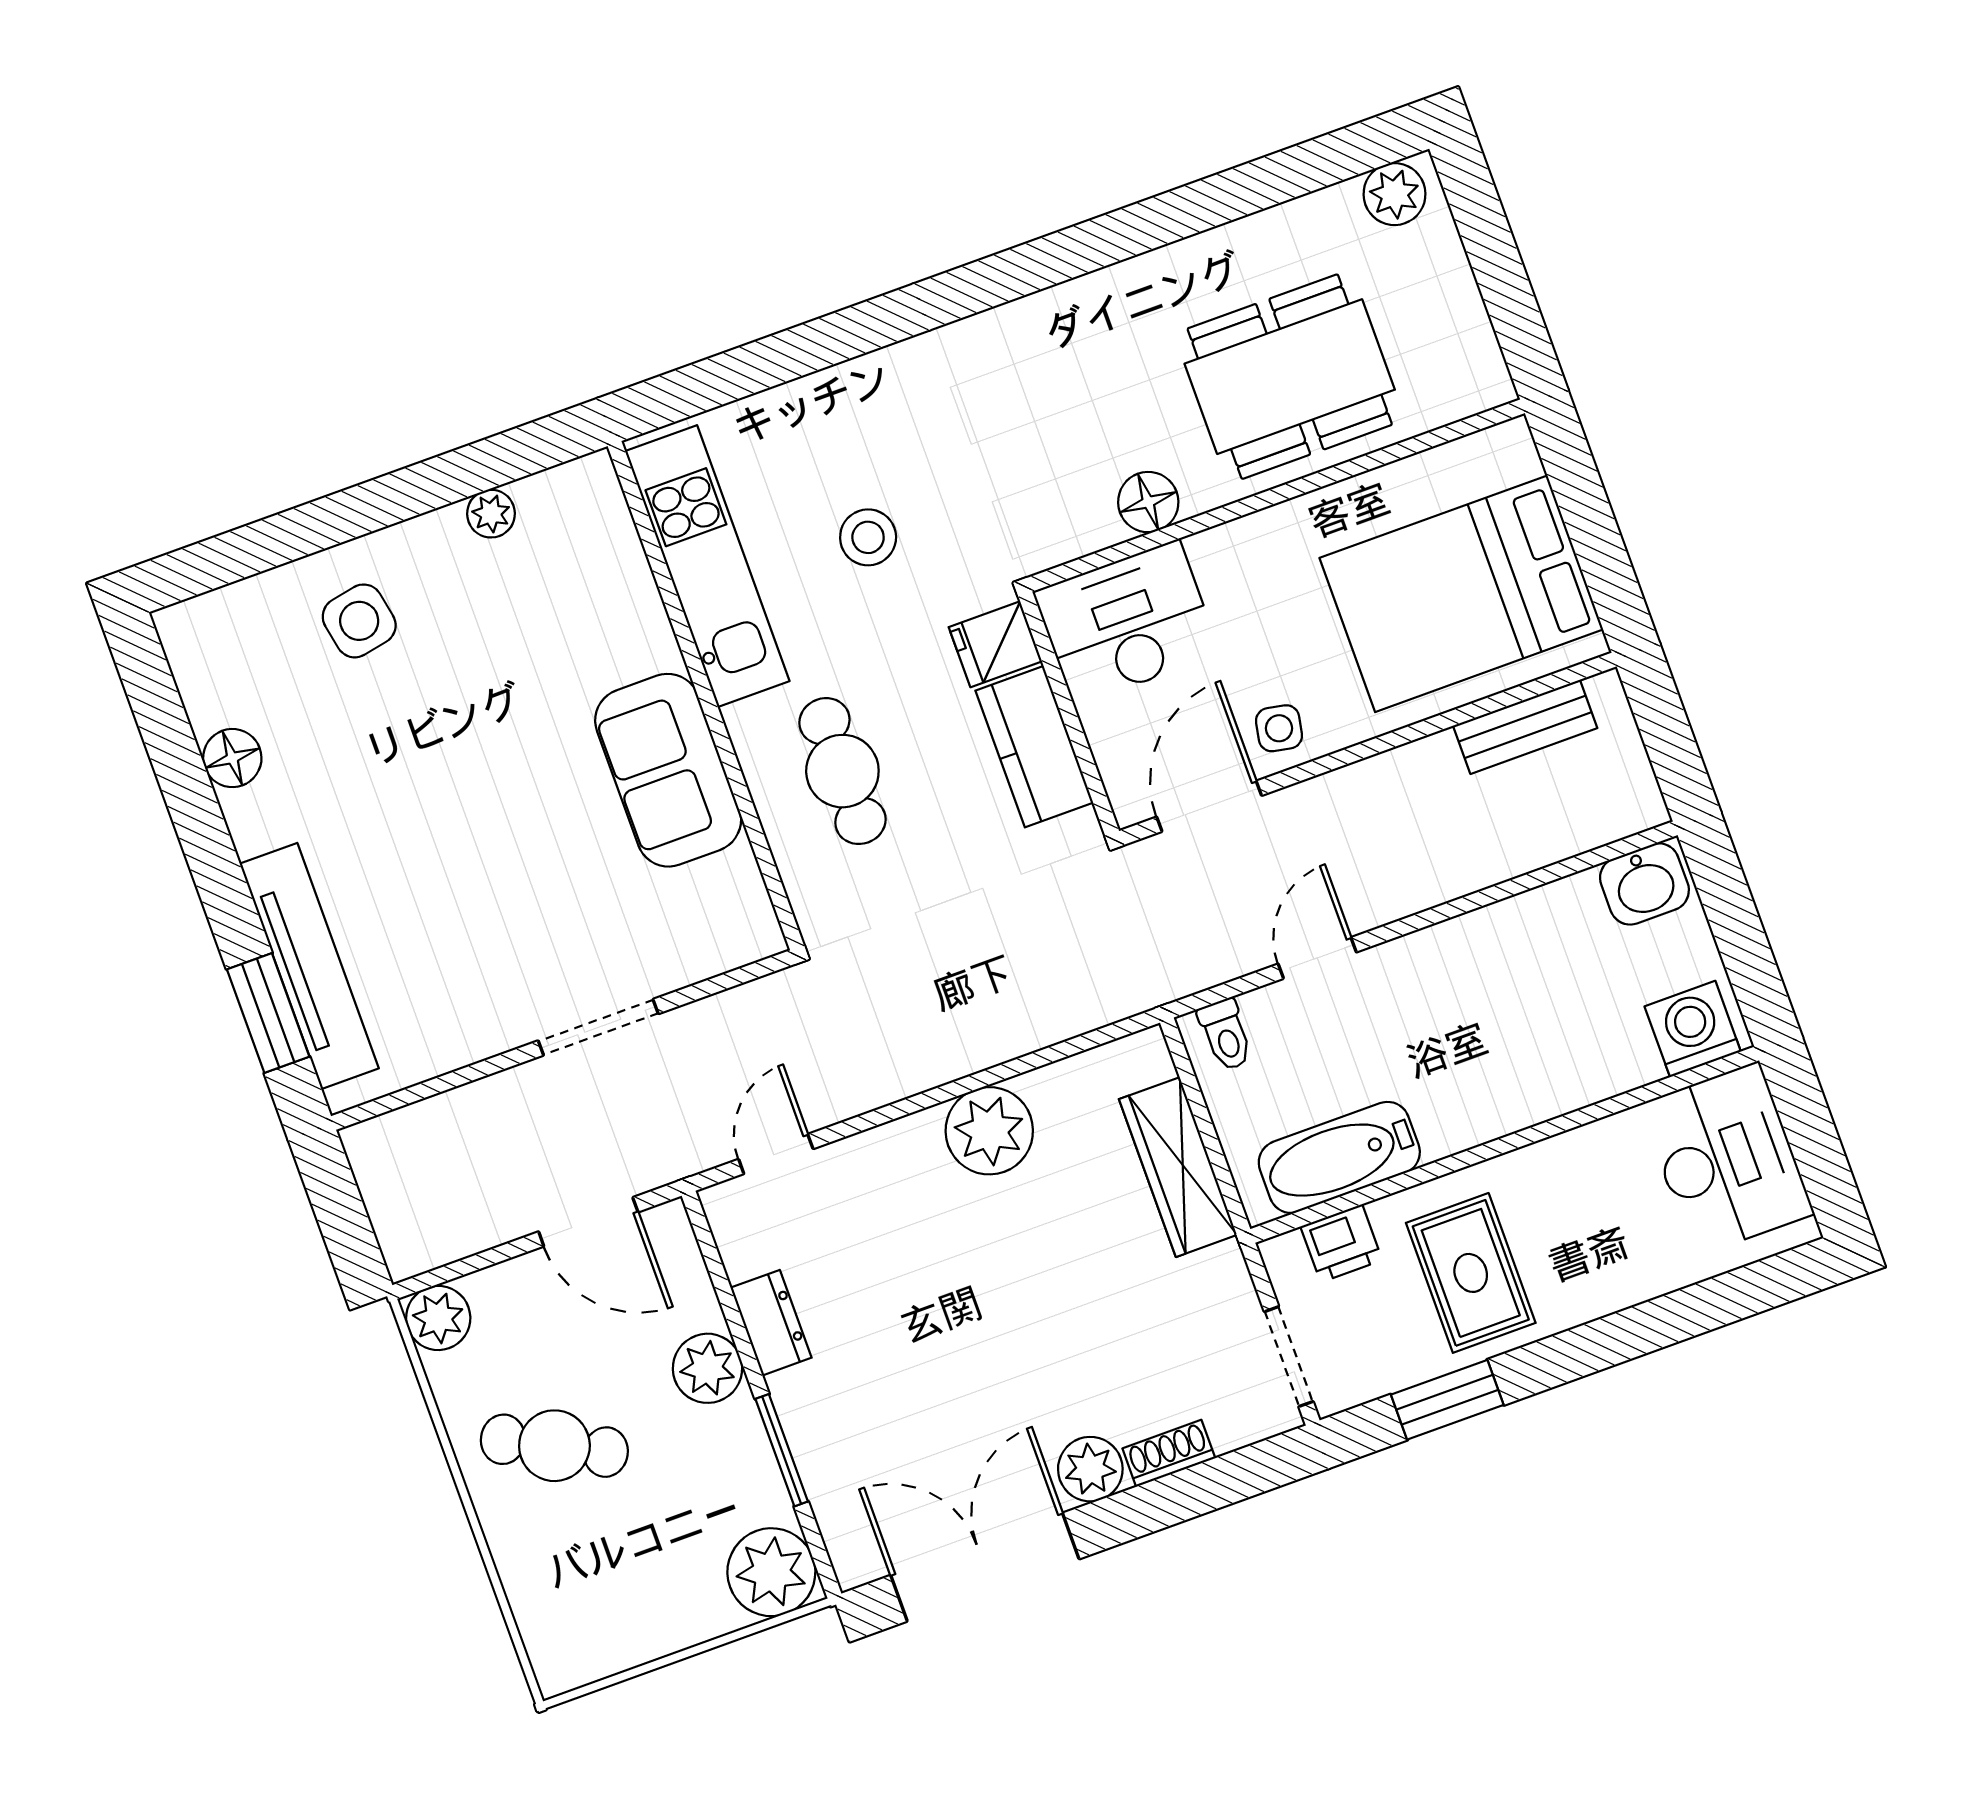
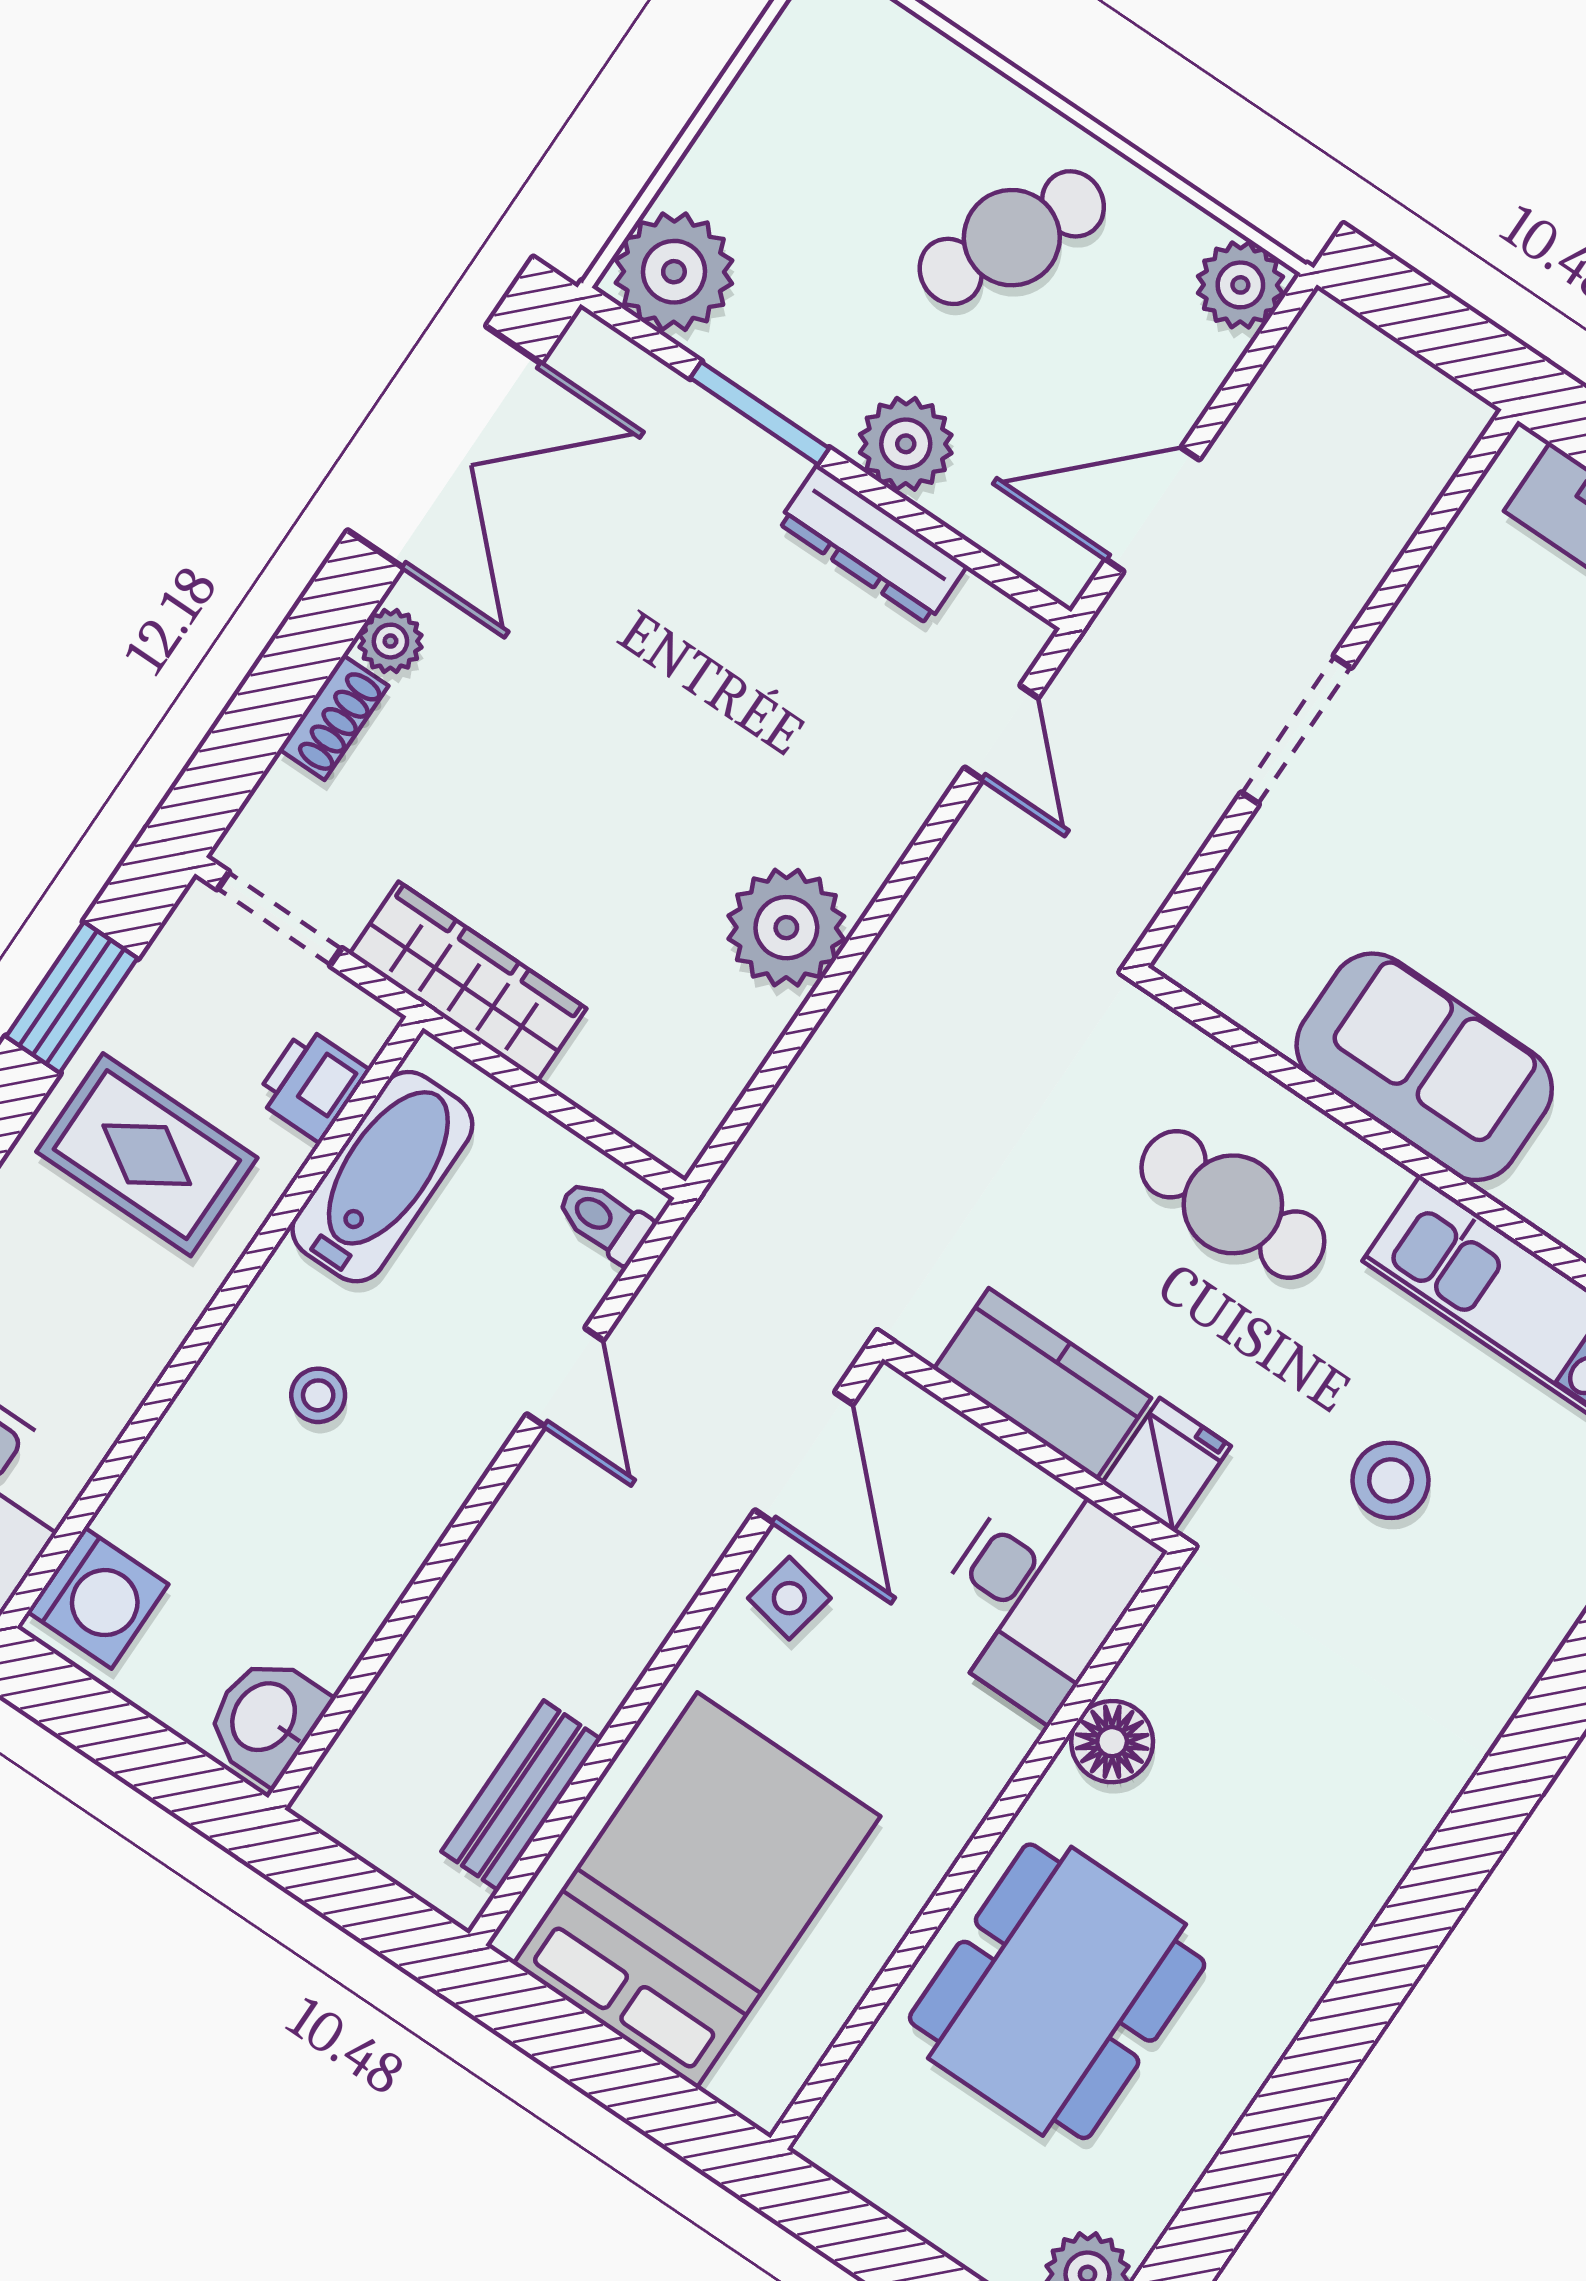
stool: (1473, 1054) -> (318, 1395), added
wardrobe: (1178, 1167) -> (468, 981), moved
dresser: (771, 1323) -> (873, 544), width x1.44
plant: (1090, 1469) -> (390, 641), width x0.73, depth x0.73

